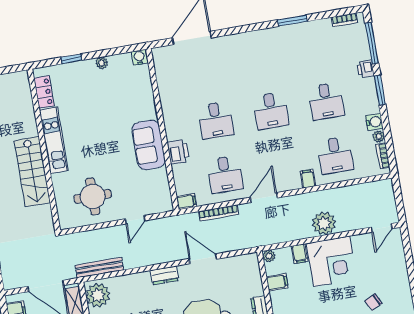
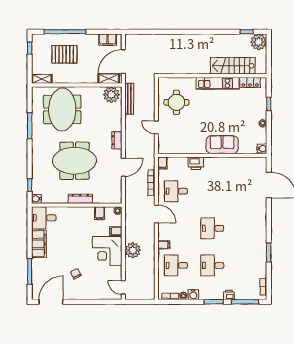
desk: (216, 120) -> (212, 191), removed
sofa: (149, 145) -> (222, 145), moved
stairs: (32, 172) -> (233, 66), moved

